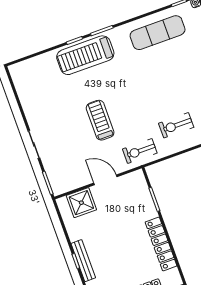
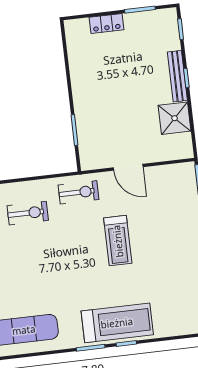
shower: (81, 203) -> (175, 118), moved
locker: (161, 244) -> (79, 74), removed

